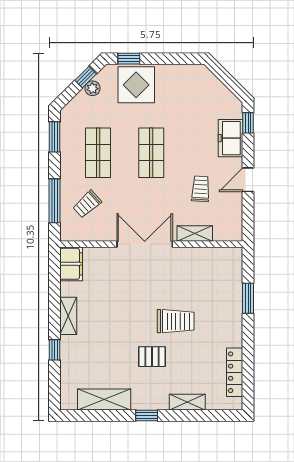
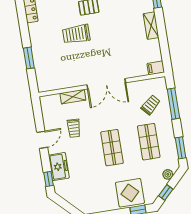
plant: (92, 88) -> (168, 174), moved
filing cabinet: (71, 264) -> (156, 68), width x0.50

